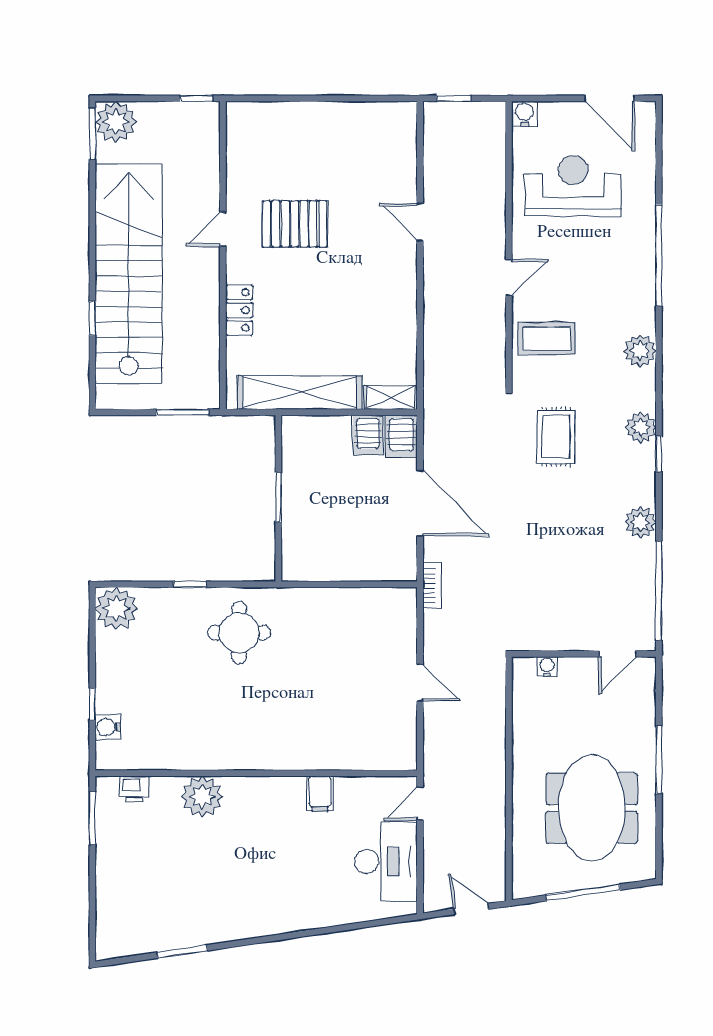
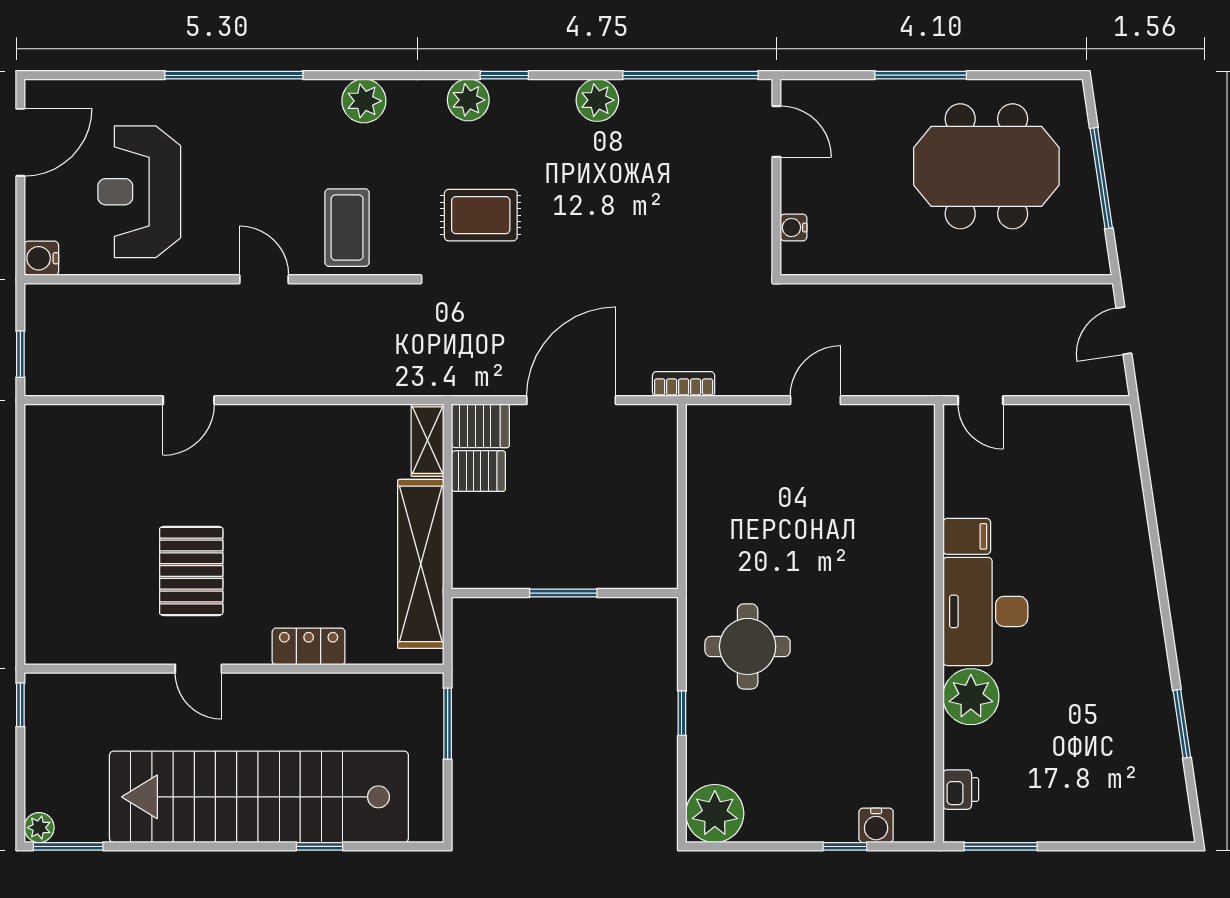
plant: (116, 122) -> (39, 828), width x0.53, depth x0.53
desk: (386, 862) -> (985, 611), moved, turned -90

